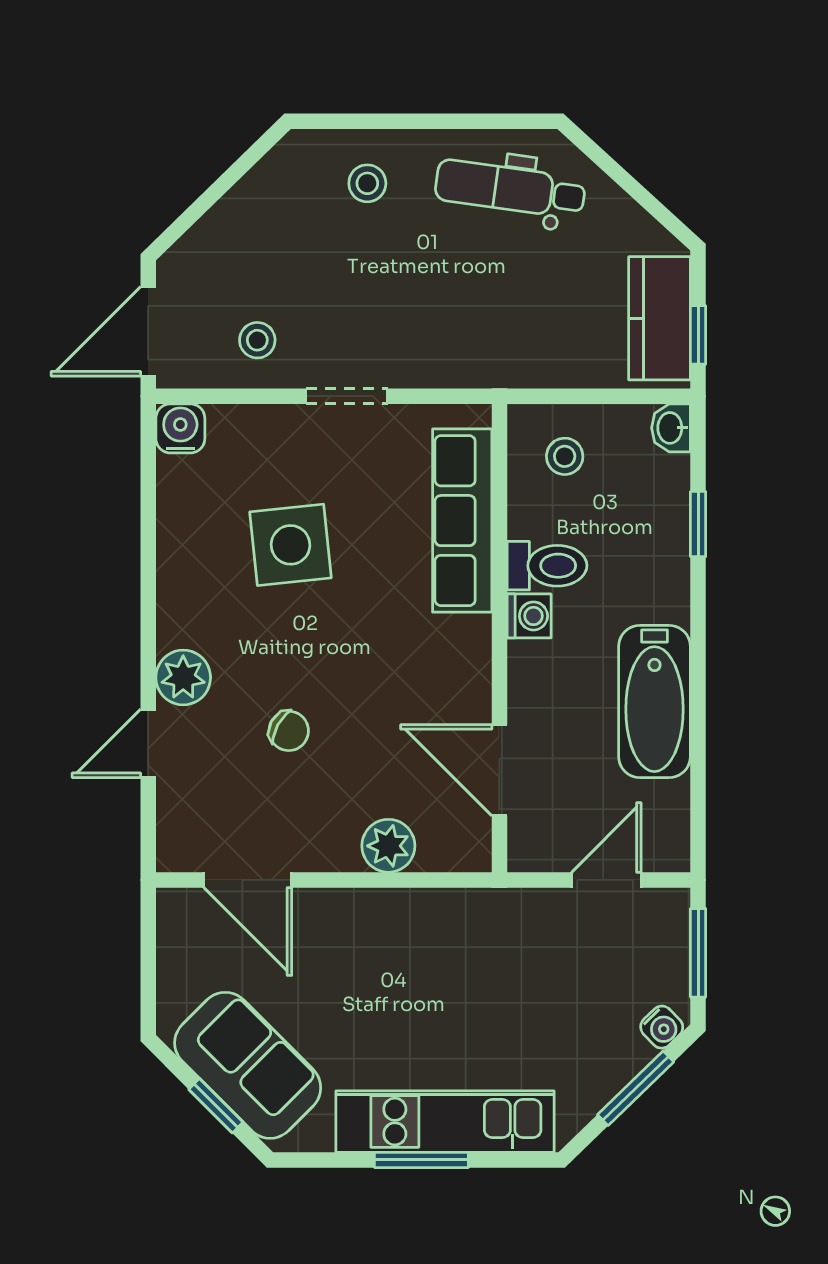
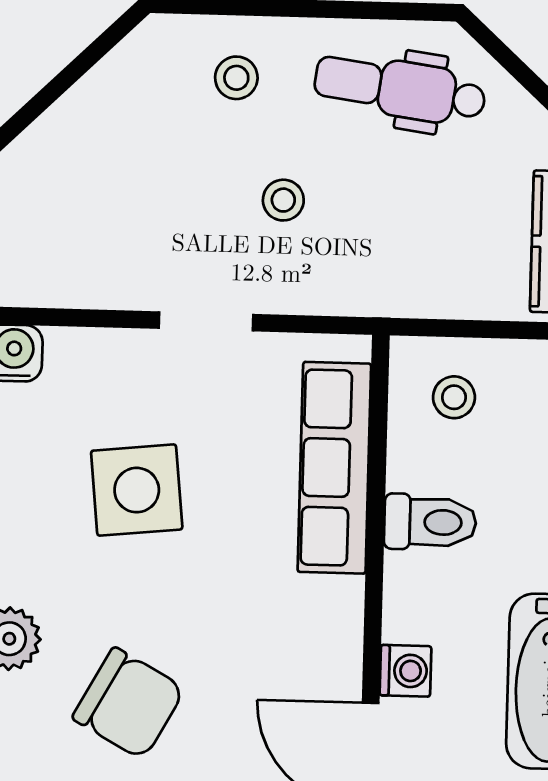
stool: (257, 340) -> (283, 200), moved
washing machine: (529, 616) -> (405, 671), moved
chair: (289, 731) -> (129, 703), width x1.87, depth x1.87

